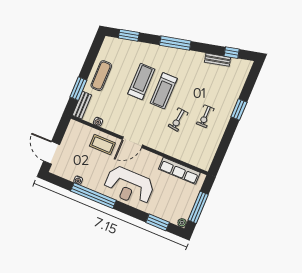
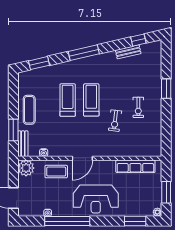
treadmill: (164, 91) -> (91, 100), turned 180
plant: (75, 129) -> (26, 168), added
window: (198, 207) -> (166, 192), width x0.69

